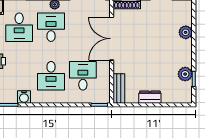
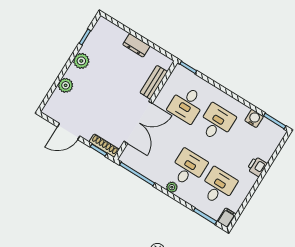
desk: (51, 27) -> (188, 168), turned 180
plant: (185, 74) -> (81, 61), moved
bench: (119, 88) -> (154, 82), moved

